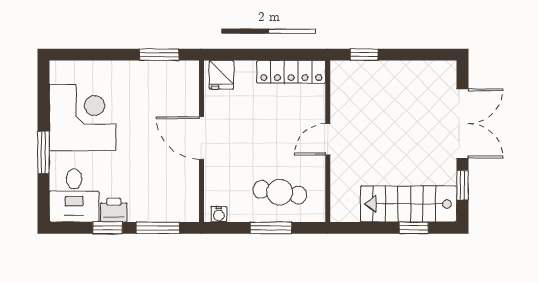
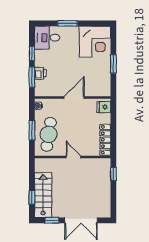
window: (159, 55) -> (113, 64), moved
corner desk: (83, 118) -> (95, 42), moved
cafe table: (280, 192) -> (49, 134), width x1.37, depth x1.35
printer: (114, 210) -> (40, 73), moved

